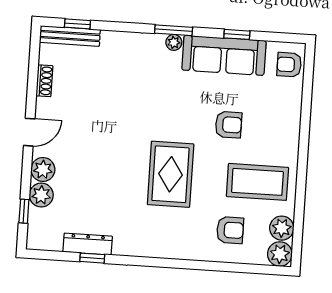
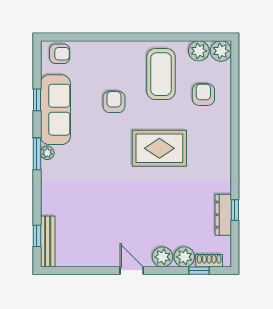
armchair: (289, 65) -> (60, 54), turned -90
shoe rack: (44, 81) -> (209, 261), moved

